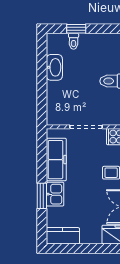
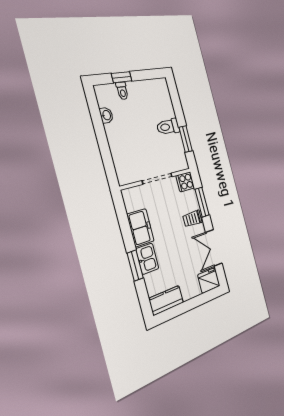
washbasin: (54, 67) -> (106, 115), width x0.52, depth x0.69
freezer: (56, 160) -> (140, 228), width x0.71

